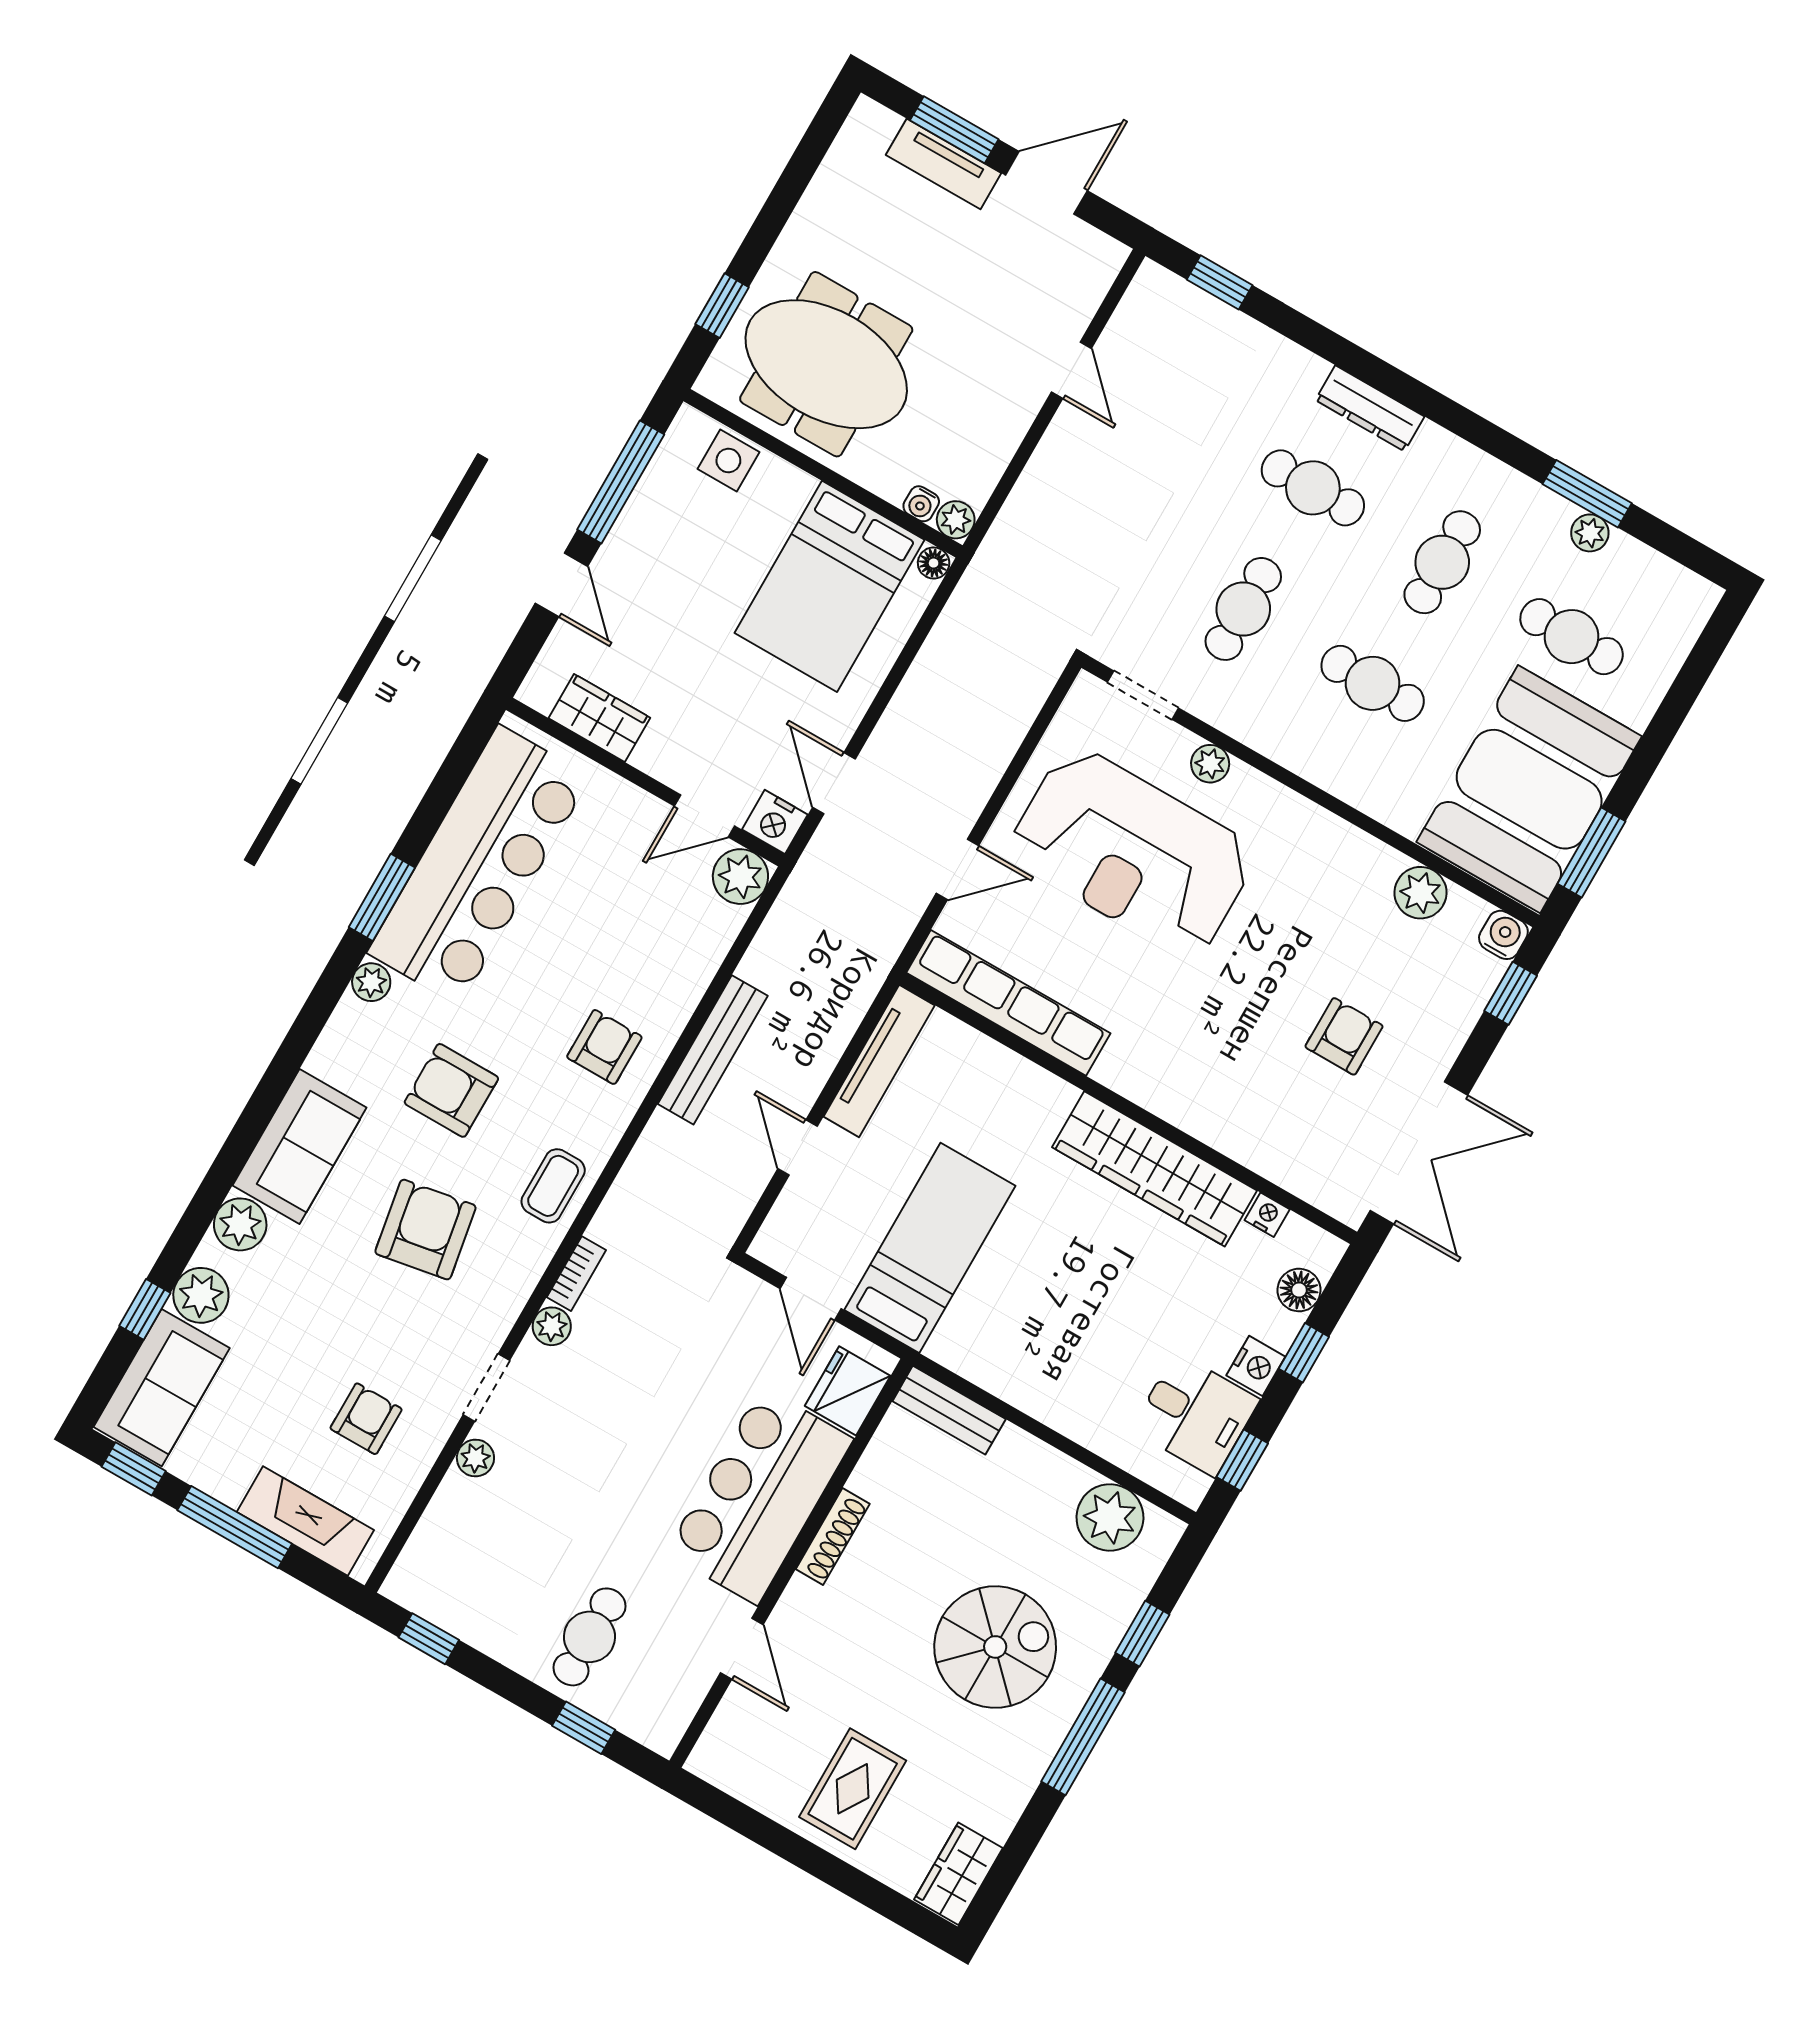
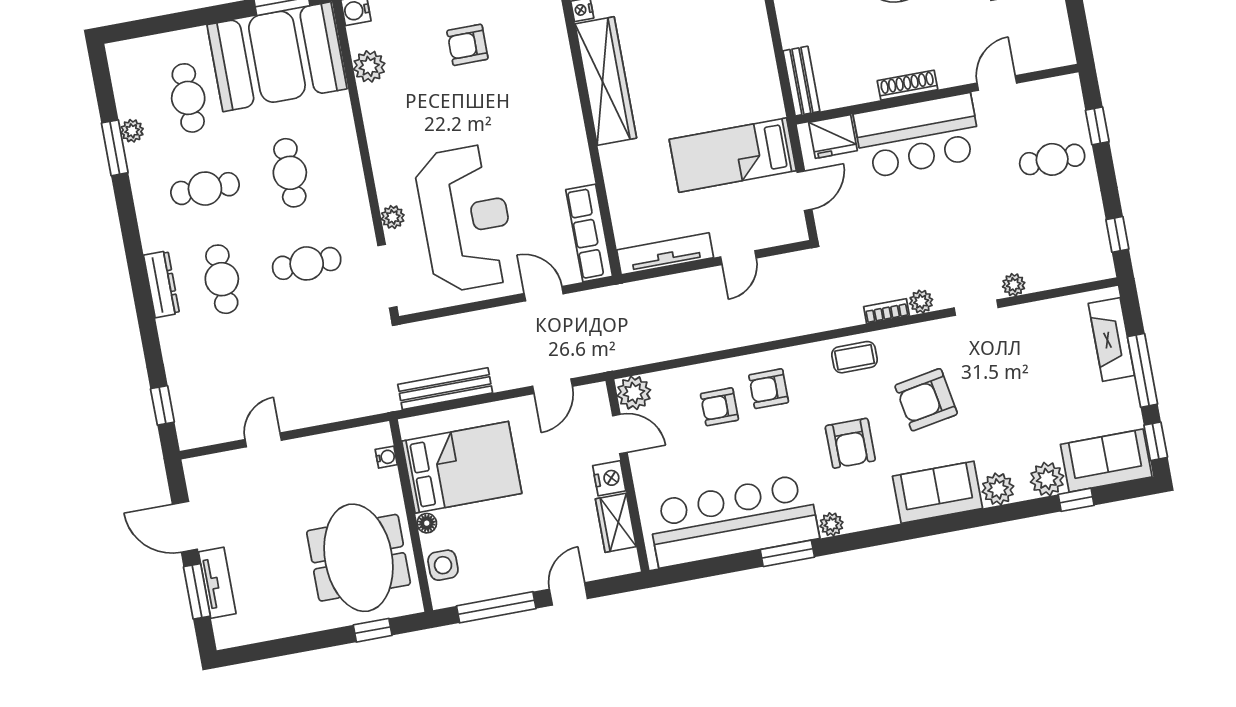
plant: (956, 520) -> (380, 434), removed
floor lamp: (934, 563) -> (427, 523), moved
doorway: (1143, 695) -> (387, 276), width x1.38
nightstand: (775, 822) -> (609, 478), moved
row of seats: (1008, 1003) -> (589, 233), width x0.73
bench: (713, 1050) -> (445, 389), moved
armchair: (366, 1419) -> (719, 407), moved

